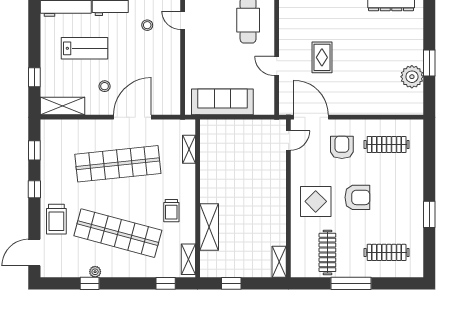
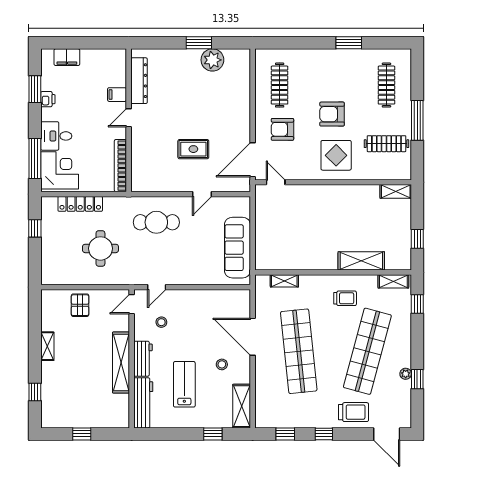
armchair: (357, 197) -> (332, 114), turned -90

